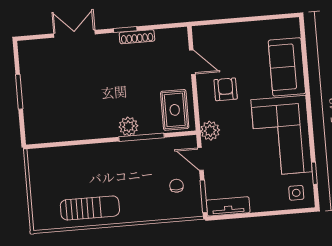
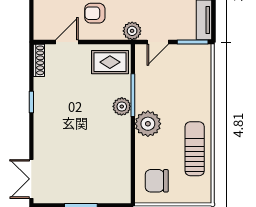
double door: (74, 34) -> (31, 179), moved
shoe rack: (137, 37) -> (39, 60), moved
plant: (112, 156) -> (148, 124), added
chair: (176, 186) -> (157, 181), moved, width x1.87, depth x1.87

